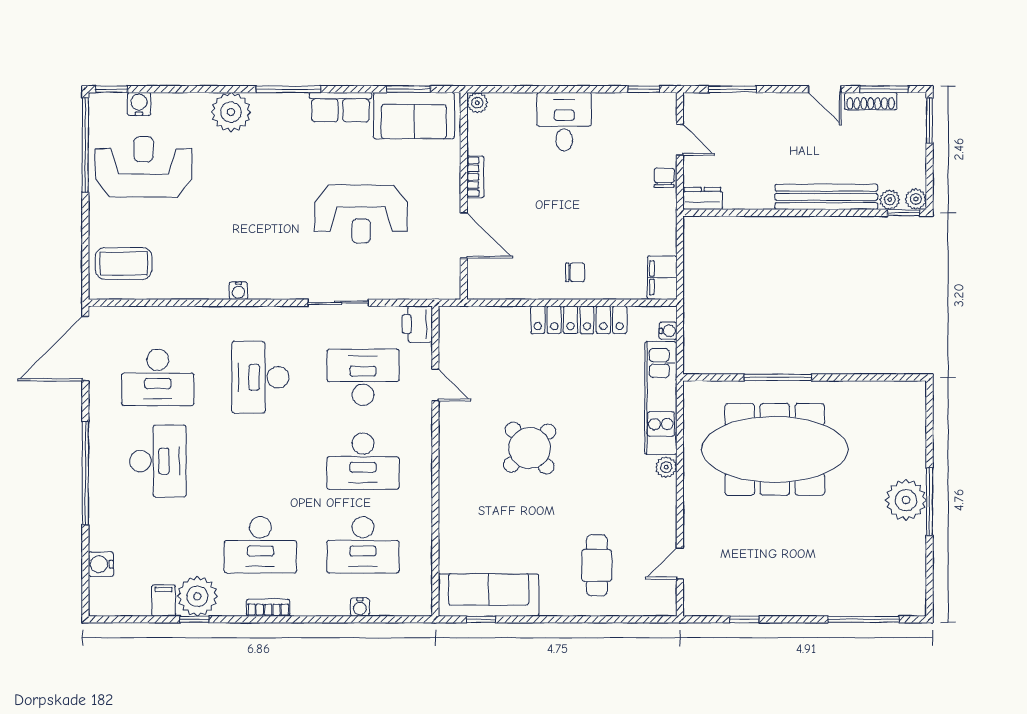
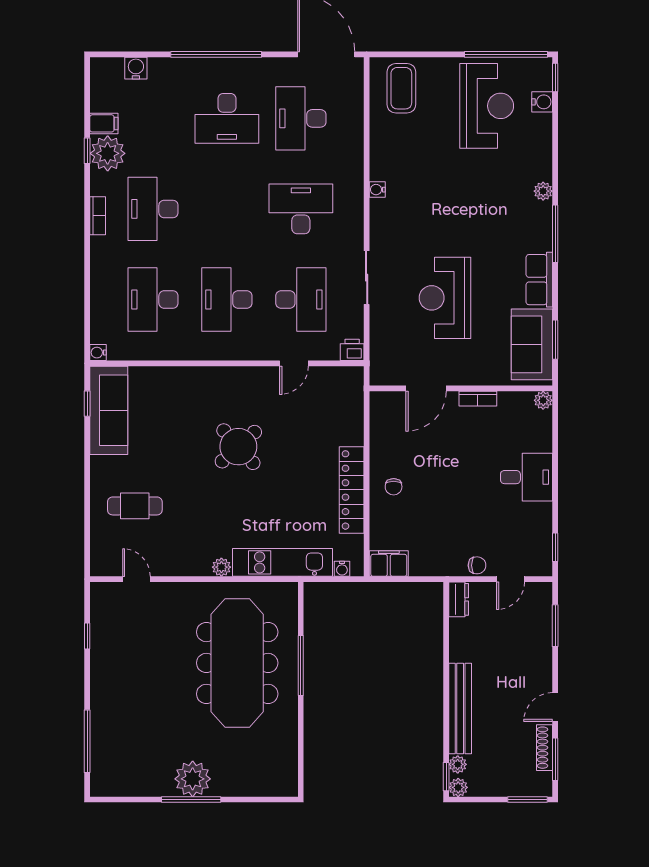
plant: (231, 112) -> (543, 191), width x0.53, depth x0.53
printer: (417, 324) -> (352, 350), width x0.73, depth x0.81
water cooler: (360, 607) -> (98, 353), moved

